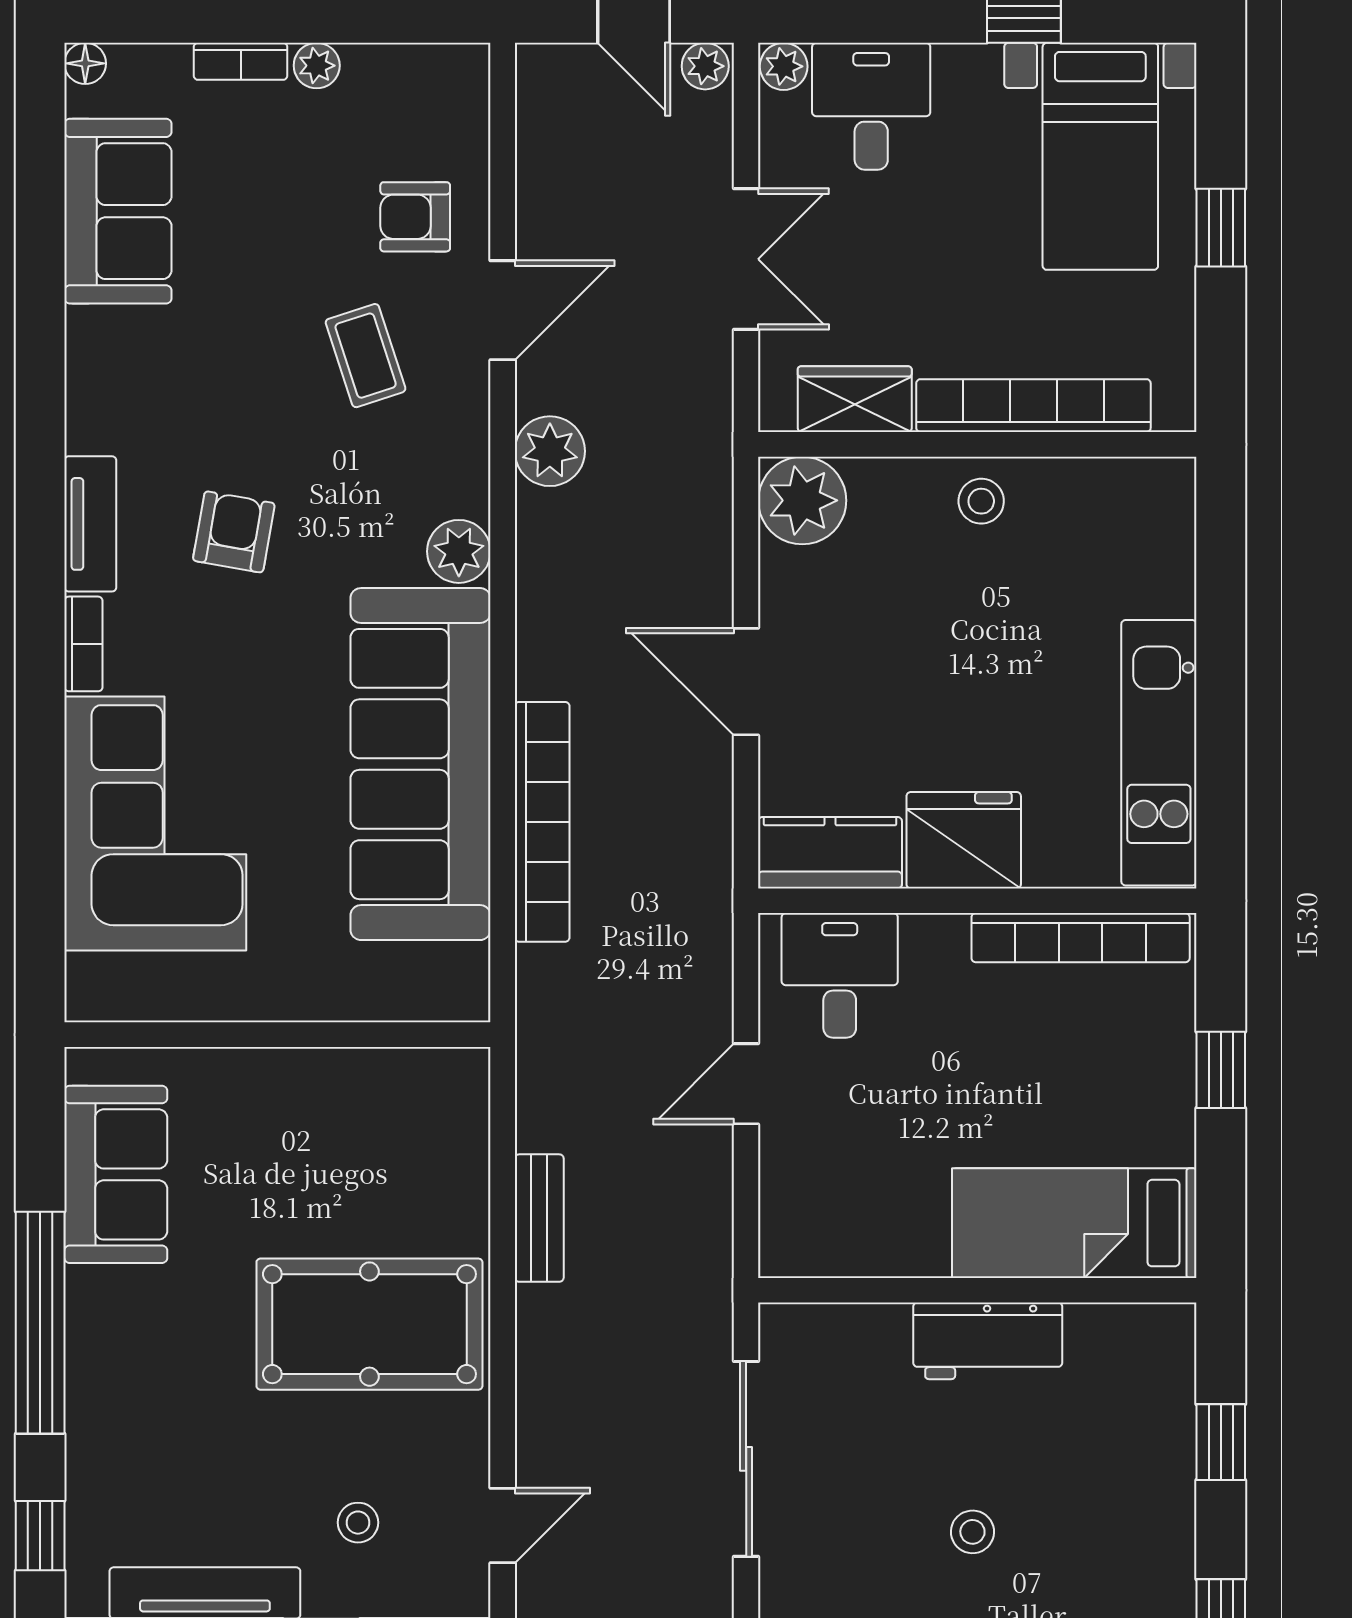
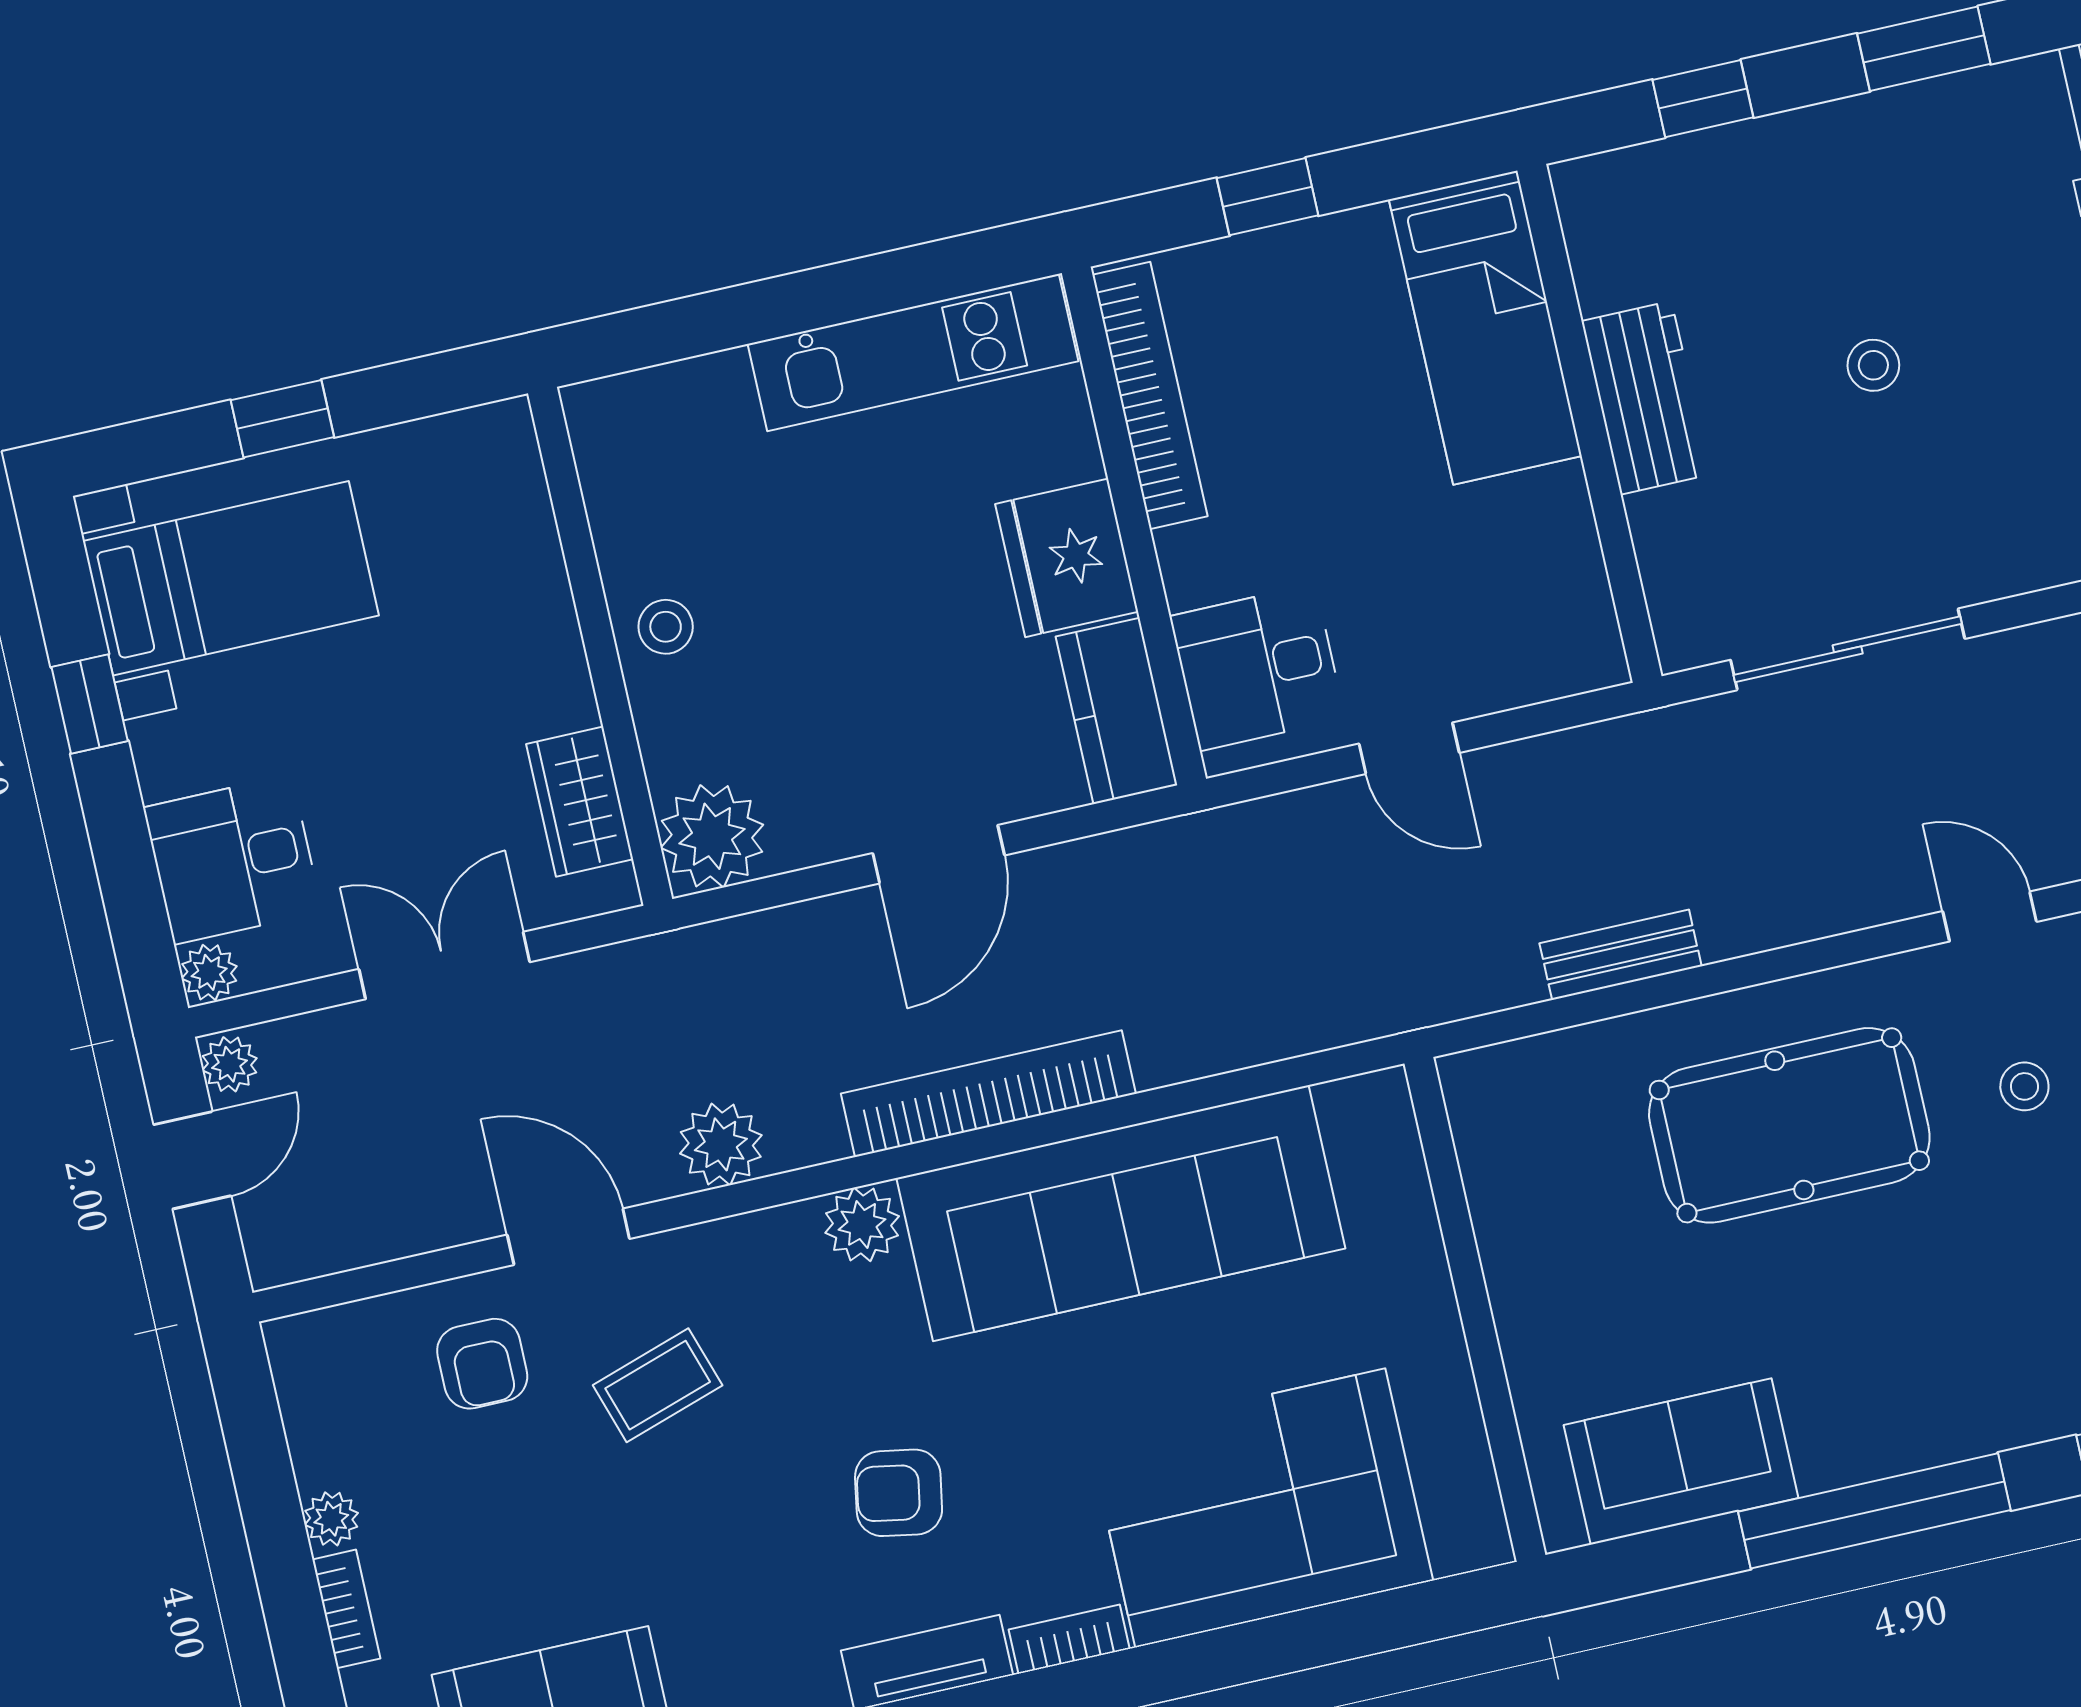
bookcase: (1033, 406) -> (540, 591), removed
bookcase: (542, 822) -> (988, 1094), moved
pool table: (369, 1324) -> (1789, 1125), turned 90

